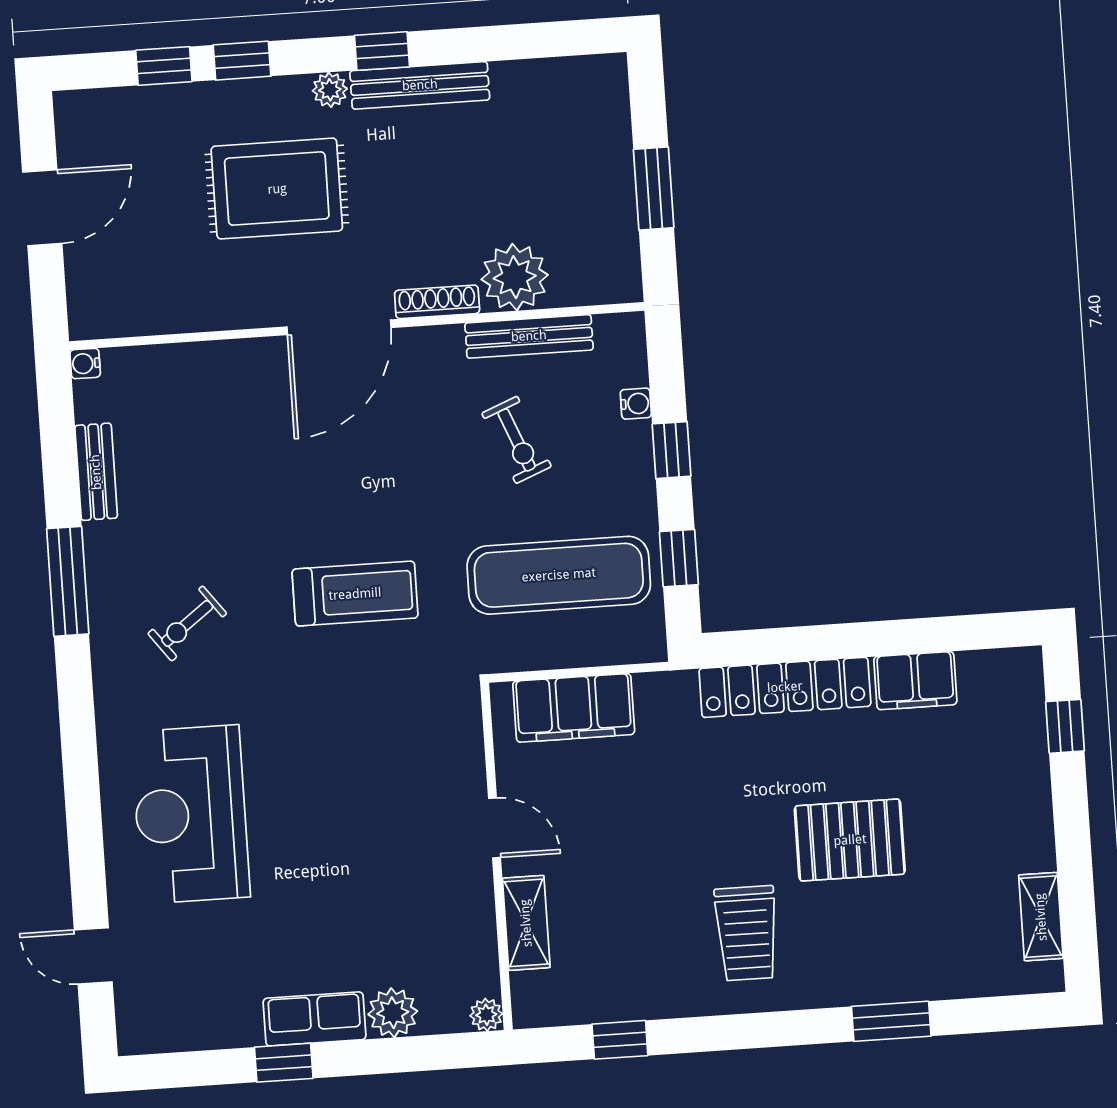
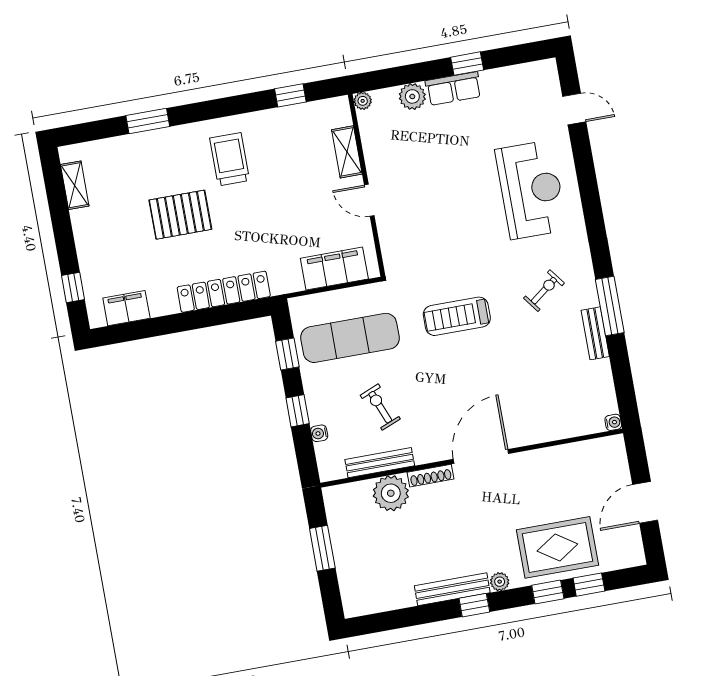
rug: (277, 189) -> (557, 547), moved
bench: (96, 472) -> (595, 333), moved
filing cabinet: (915, 681) -> (126, 308), moved

